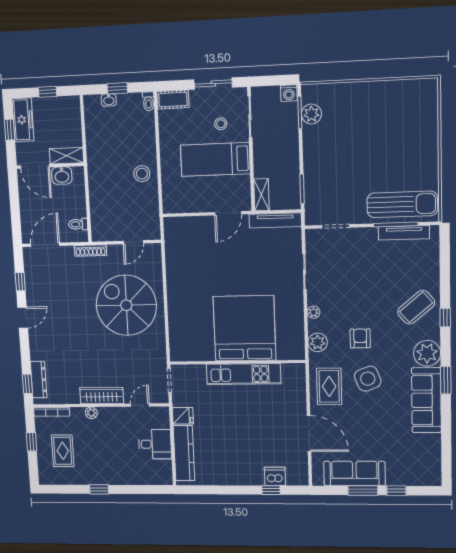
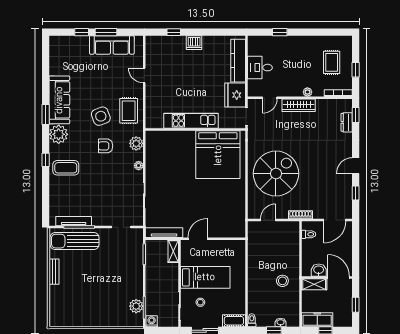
freezer: (23, 120) -> (317, 320), moved, turned 90
bench: (432, 159) -> (54, 272), added
stool: (142, 174) -> (282, 281), moved
spiral stairs: (126, 305) -> (276, 174), turned -90
coffee table: (416, 307) -> (66, 168), turned 40
bed: (245, 328) -> (218, 155), moved
armchair: (360, 338) -> (106, 146), turned 90
dresser: (39, 380) -> (347, 122), width x0.70
fridge: (183, 416) -> (235, 95), width x1.88, depth x1.34
door: (309, 433) -> (144, 75), width x0.53
dishwasher: (275, 476) -> (194, 43), moved
window: (99, 489) -> (280, 32), moved

